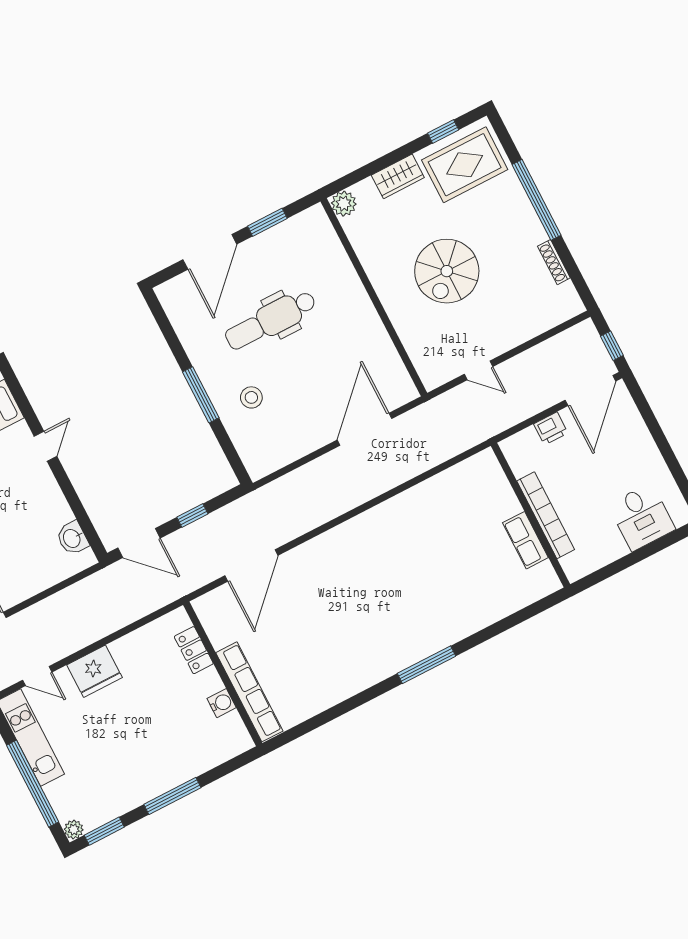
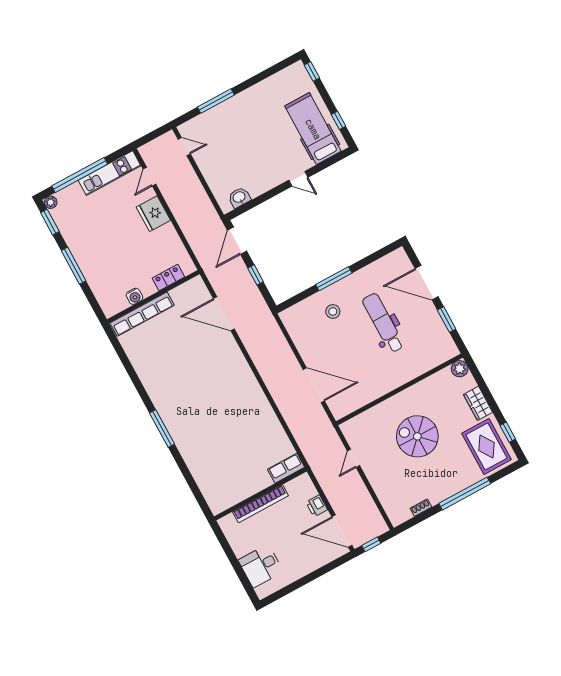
shoe rack: (554, 262) -> (421, 508), width x0.70
row of seats: (525, 540) -> (286, 468), moved

